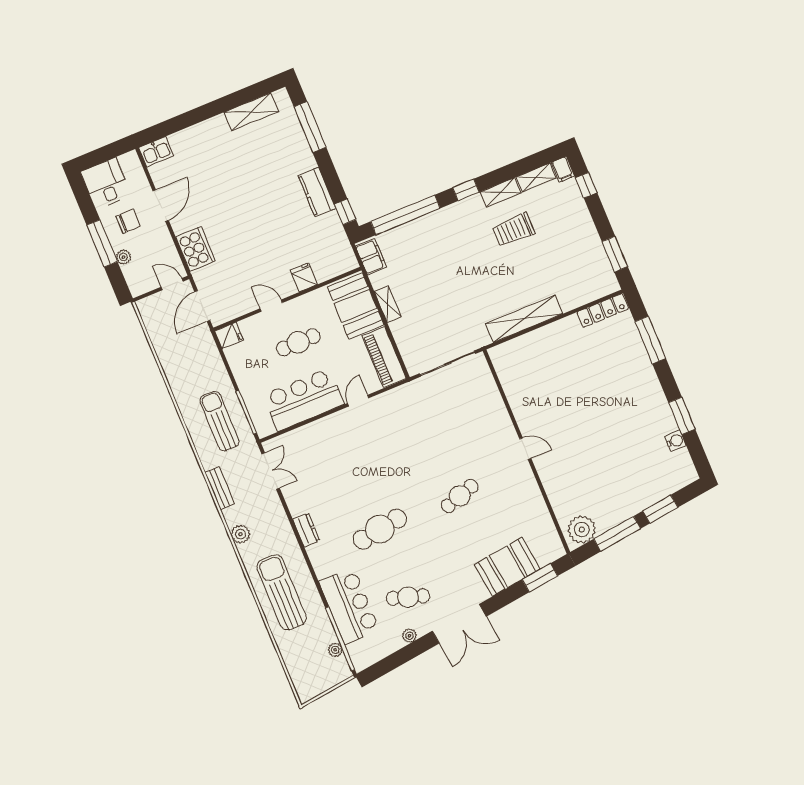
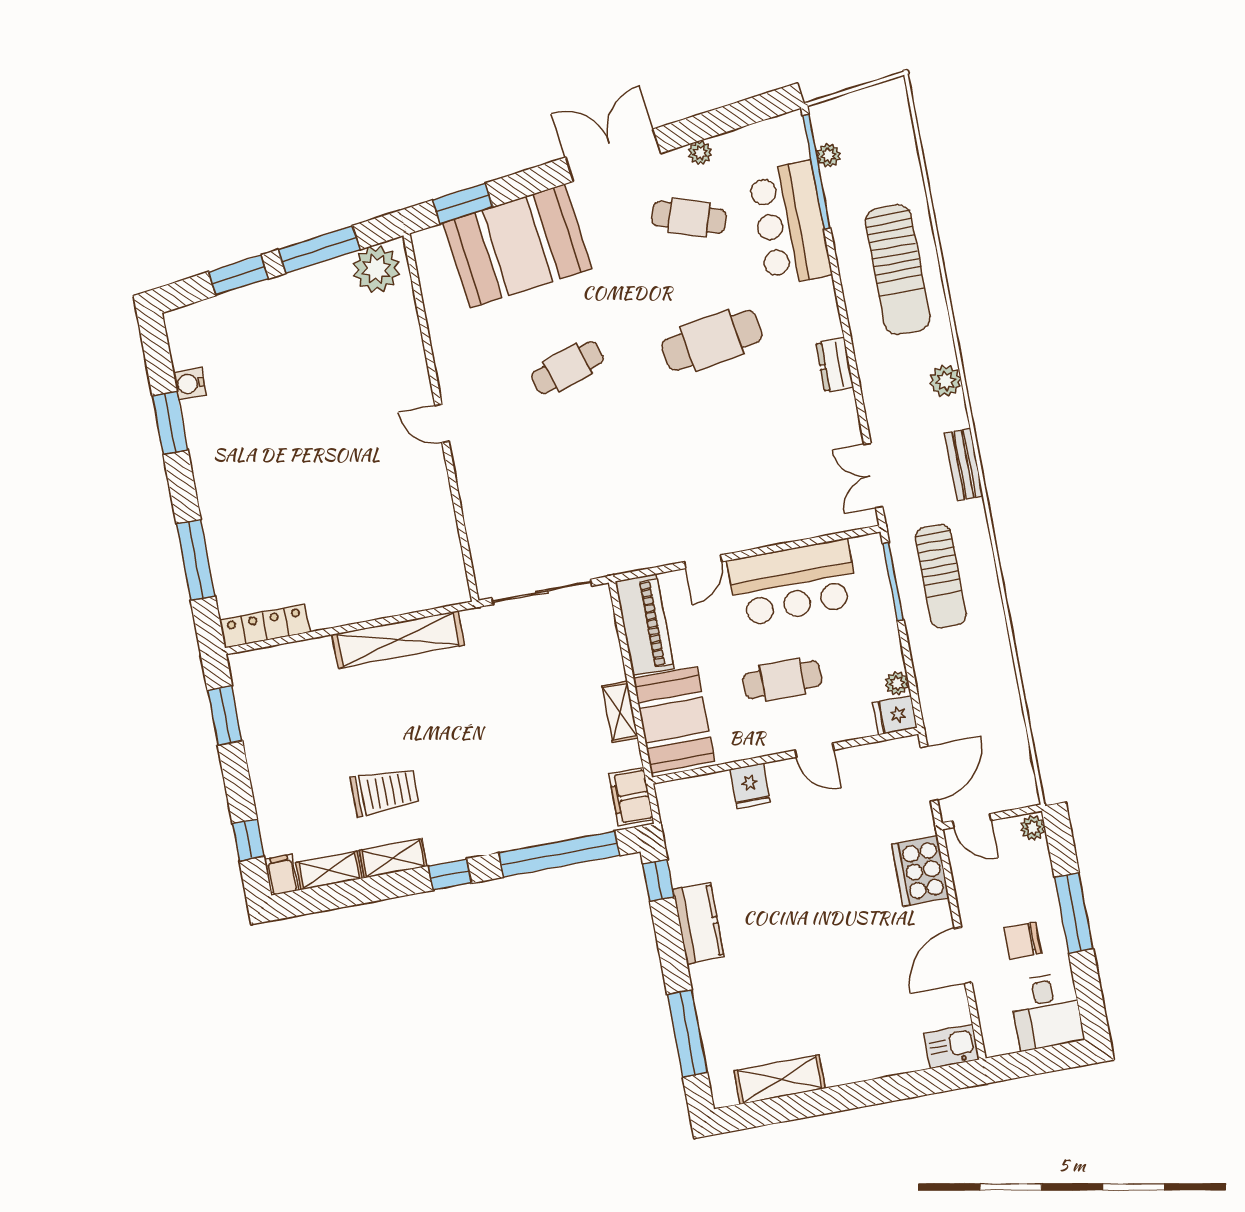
plant: (123, 257) -> (1033, 828), moved
plant: (232, 354) -> (897, 683), added
booth: (507, 567) -> (517, 246), width x1.36, depth x1.42

